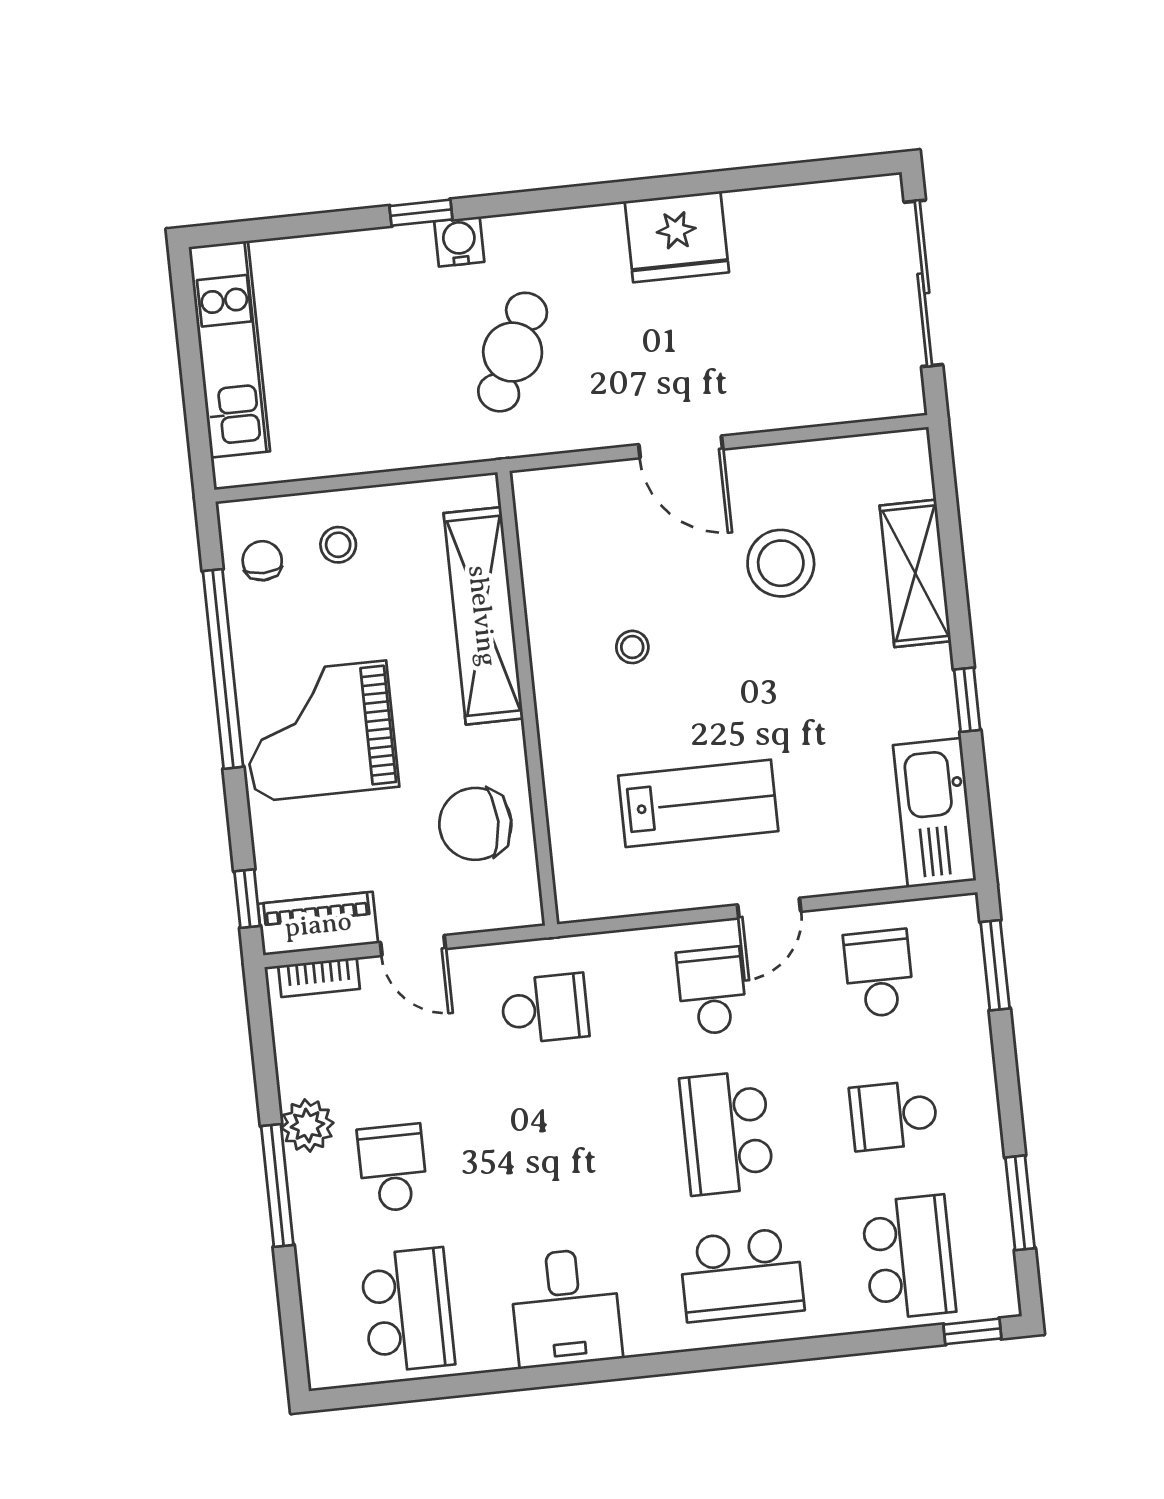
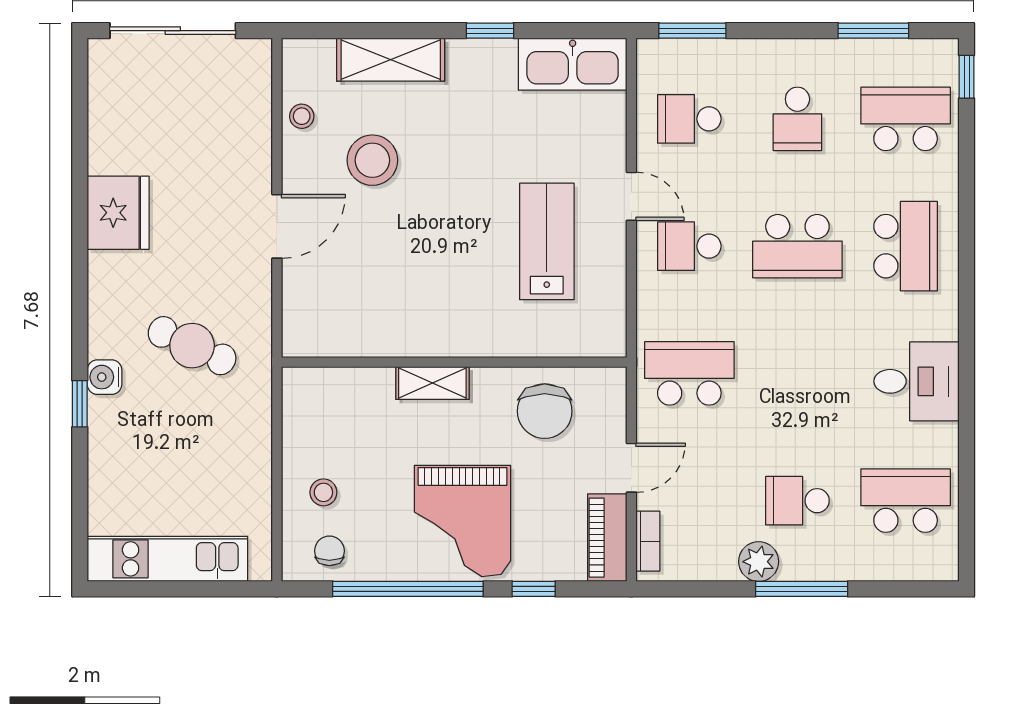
chair: (262, 561) -> (329, 551), turned 90
shelving: (483, 616) -> (432, 383), width x0.45, depth x0.75
stool: (632, 647) -> (302, 116), moved
window: (247, 899) -> (534, 589), moved
school desk: (545, 1009) -> (689, 373), width x1.85

